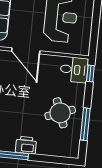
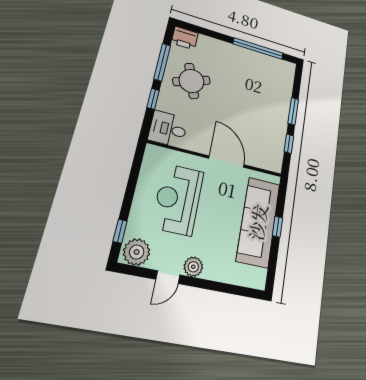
window: (90, 73) -> (153, 99), moved
printer: (26, 145) -> (185, 38), moved

